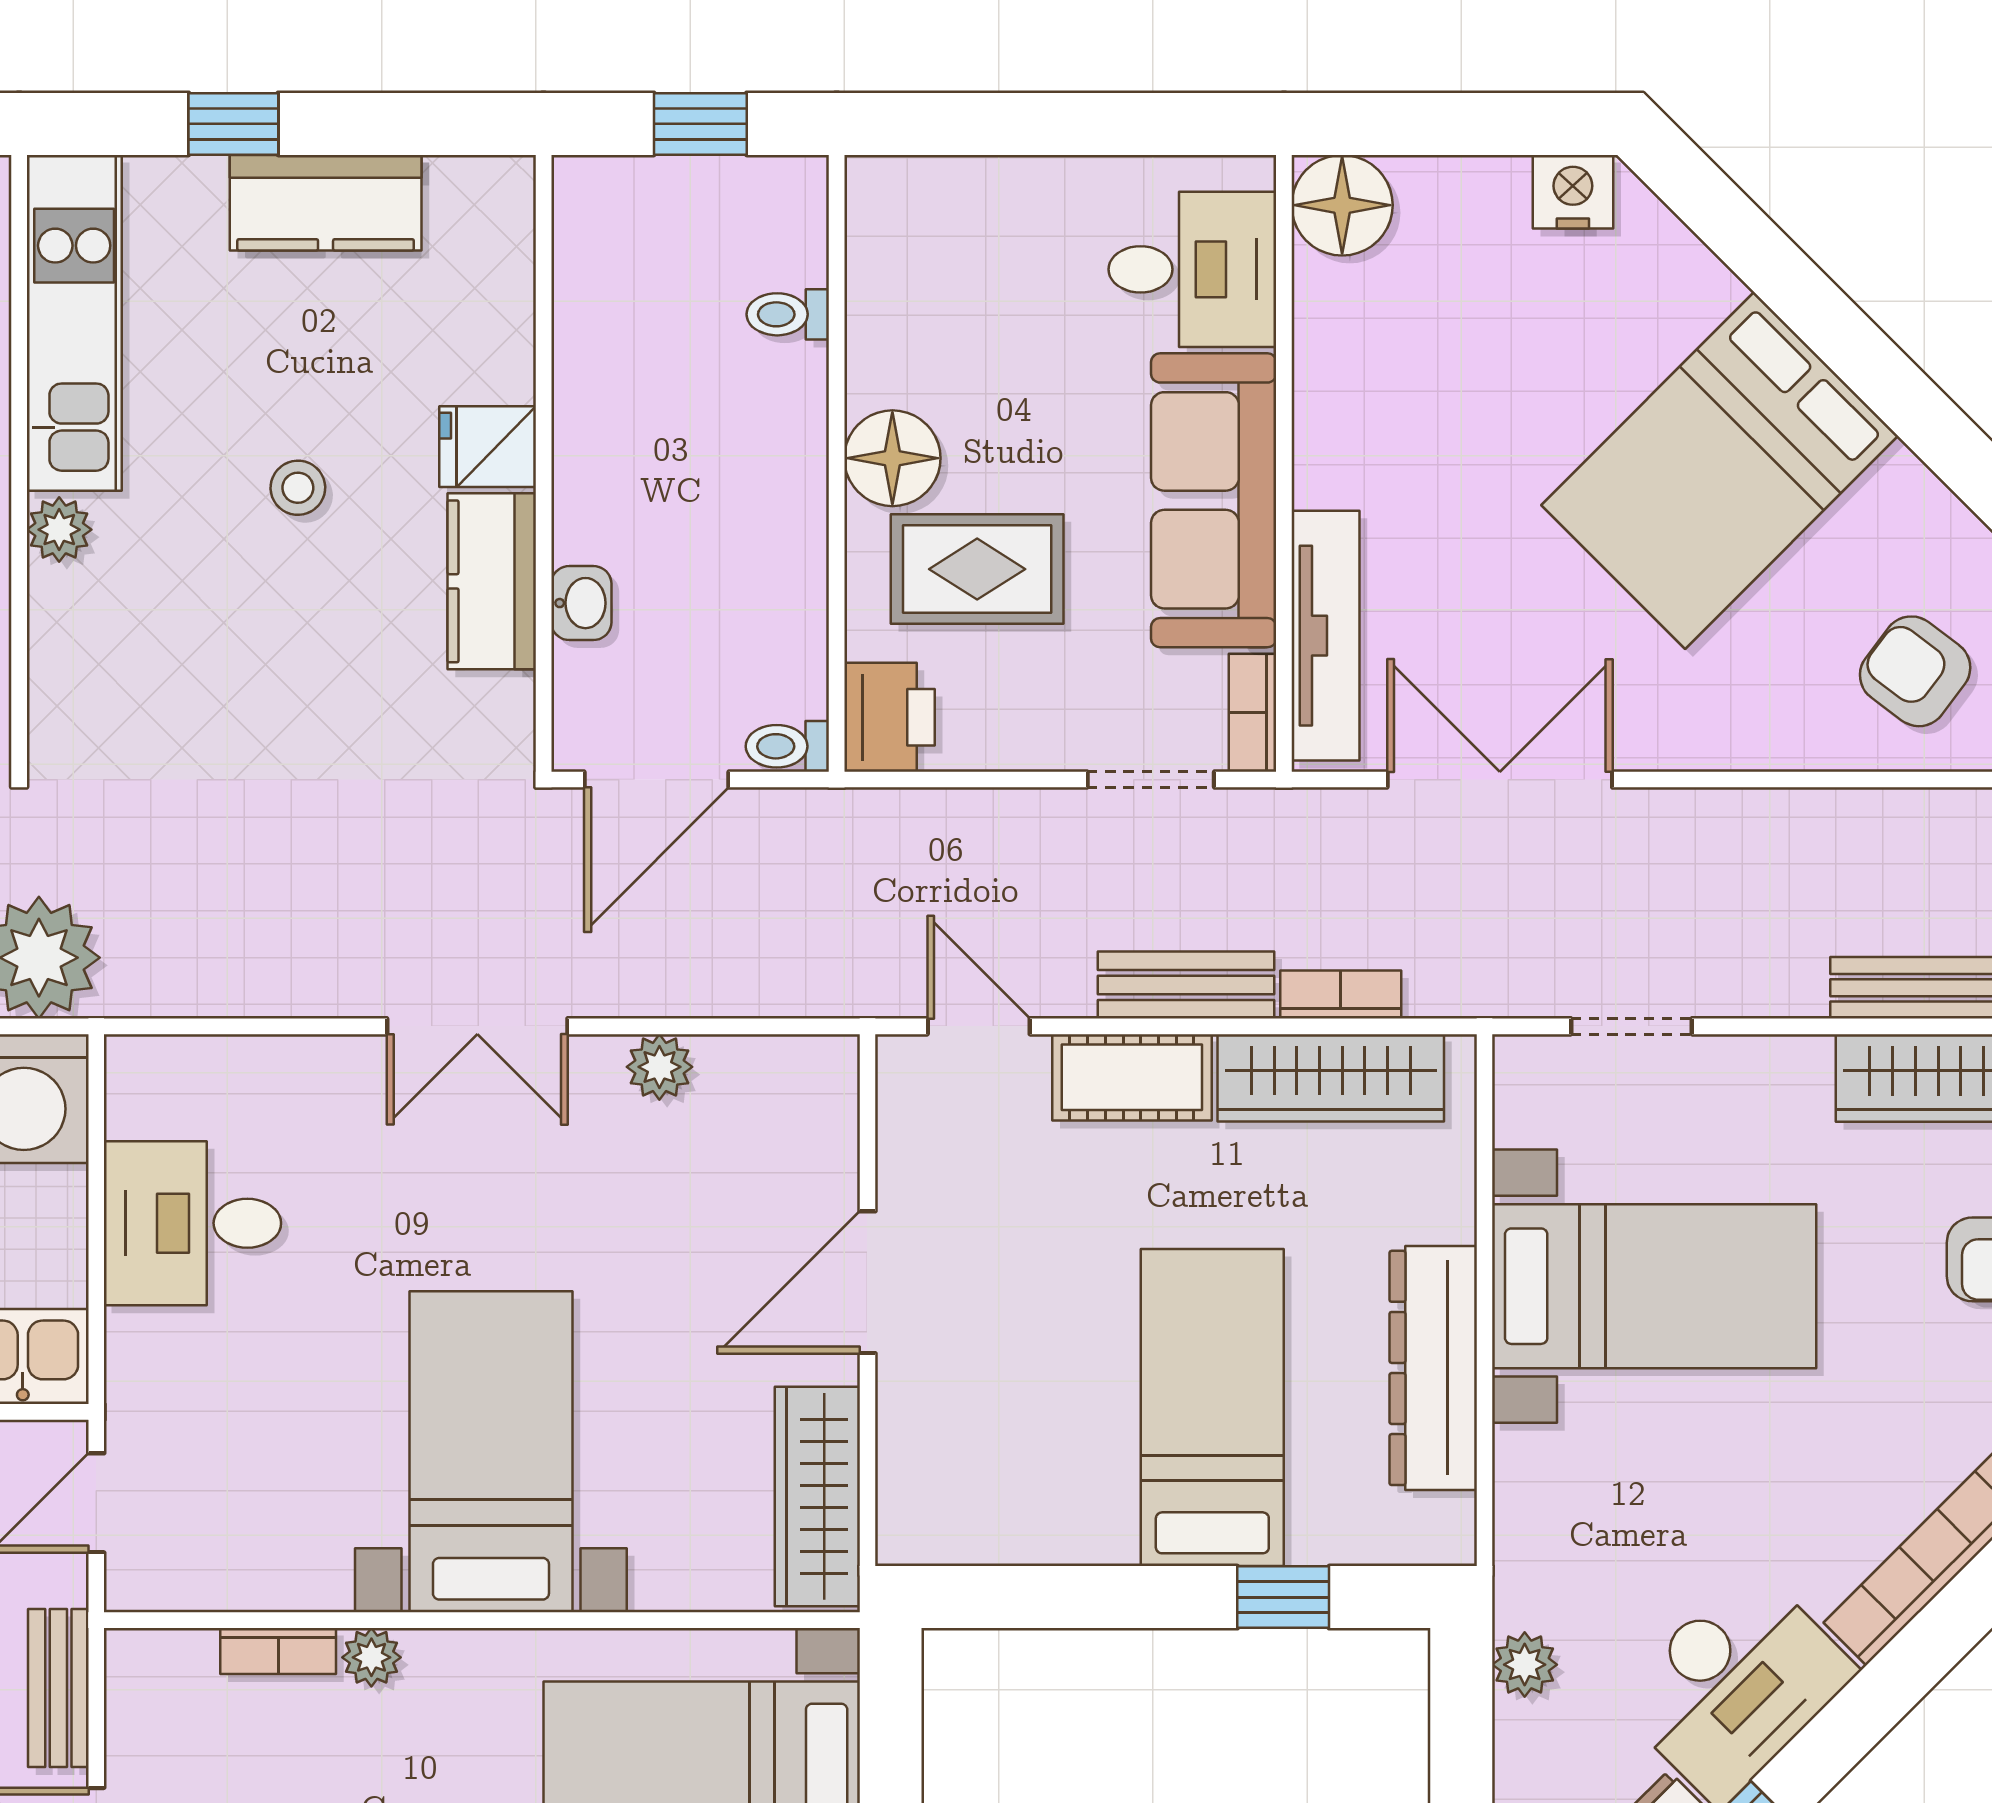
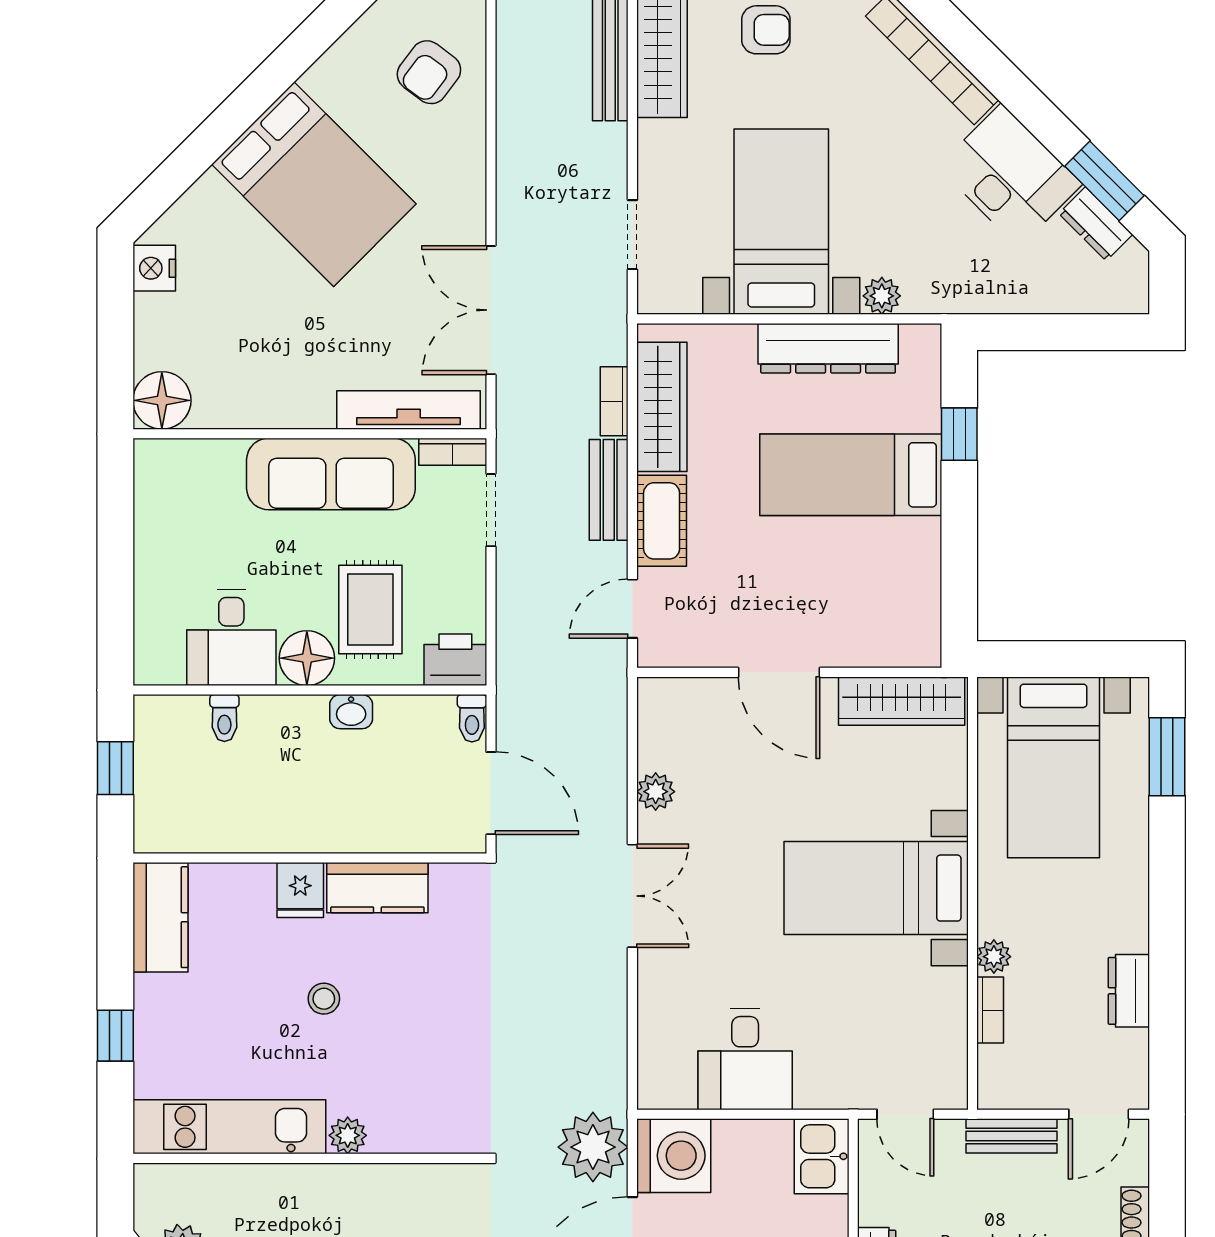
kitchen counter: (326, 203) -> (160, 917), moved
desk: (1192, 269) -> (231, 638), moved, turned 180
washbasin: (581, 603) -> (351, 712), moved, turned 180
plant: (1525, 1665) -> (882, 296), moved

